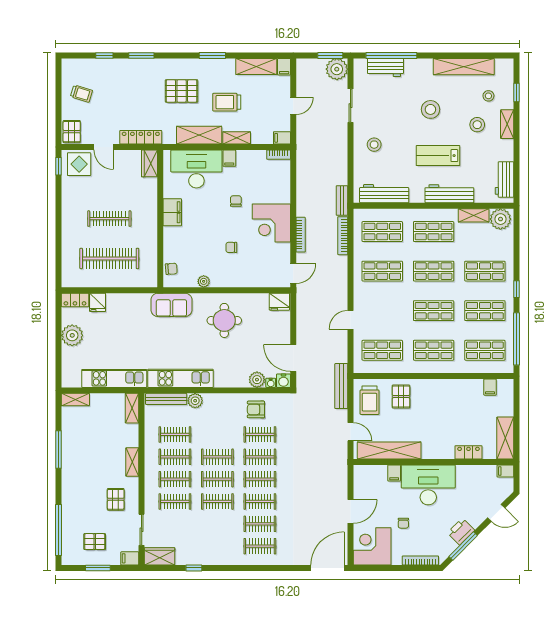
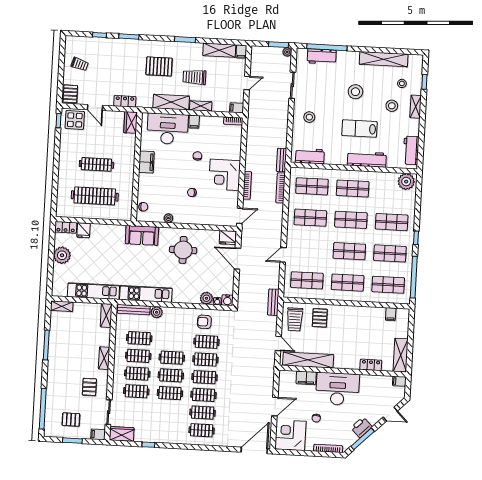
plant: (337, 69) -> (287, 52), width x0.53, depth x0.53
locker: (141, 137) -> (125, 101), width x0.66
workbench: (384, 194) -> (310, 156), width x0.73
shelving: (474, 215) -> (385, 177), removed
door: (293, 358) -> (237, 259), moved
bench: (341, 386) -> (273, 302), width x0.73
filing cabinet: (394, 473) -> (306, 378), width x2.00

